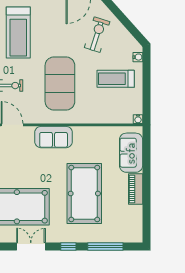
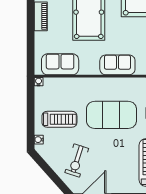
exercise mat: (60, 84) -> (111, 115), turned 90
sofa: (131, 153) -> (60, 64), moved, turned -90

